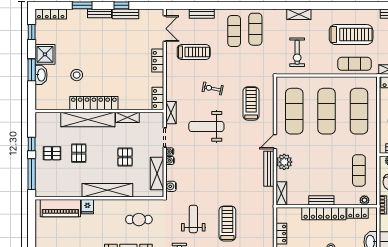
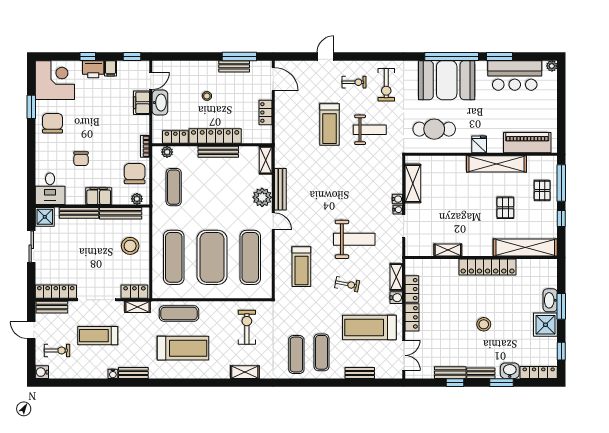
washbasin: (75, 15) -> (510, 371), added
double door: (165, 29) -> (404, 355), swing flipped
treadmill: (351, 35) -> (183, 348), turned 180
treadmill: (194, 52) -> (369, 327), width x1.37, depth x1.38
stool: (77, 75) -> (484, 324), moved
locker: (158, 99) -> (412, 289), moved
exercise mat: (327, 111) -> (212, 257), width x1.47
shelving: (171, 113) -> (396, 277), moved
shelving: (88, 120) -> (525, 248), moved
door: (275, 142) -> (273, 221), hinge flipped
pallet: (52, 153) -> (542, 190), moved, turned 90
pallet: (125, 157) -> (451, 203), removed
water cooler: (171, 186) -> (396, 298), moved
shelving: (107, 190) -> (497, 164), moved
bench: (321, 200) -> (218, 152), width x1.36
fridge: (87, 207) -> (479, 144), moved
weight bench: (193, 219) -> (370, 130), turned -90
cafe table: (139, 220) -> (434, 129), width x1.37, depth x1.35

